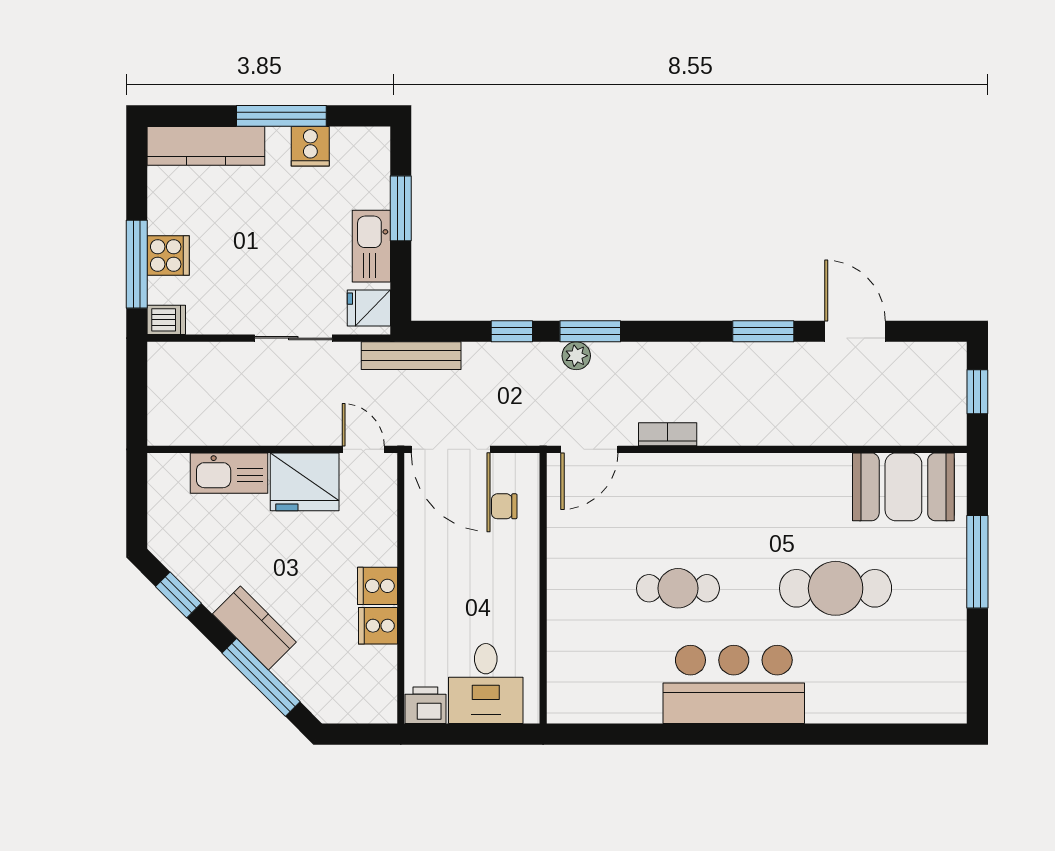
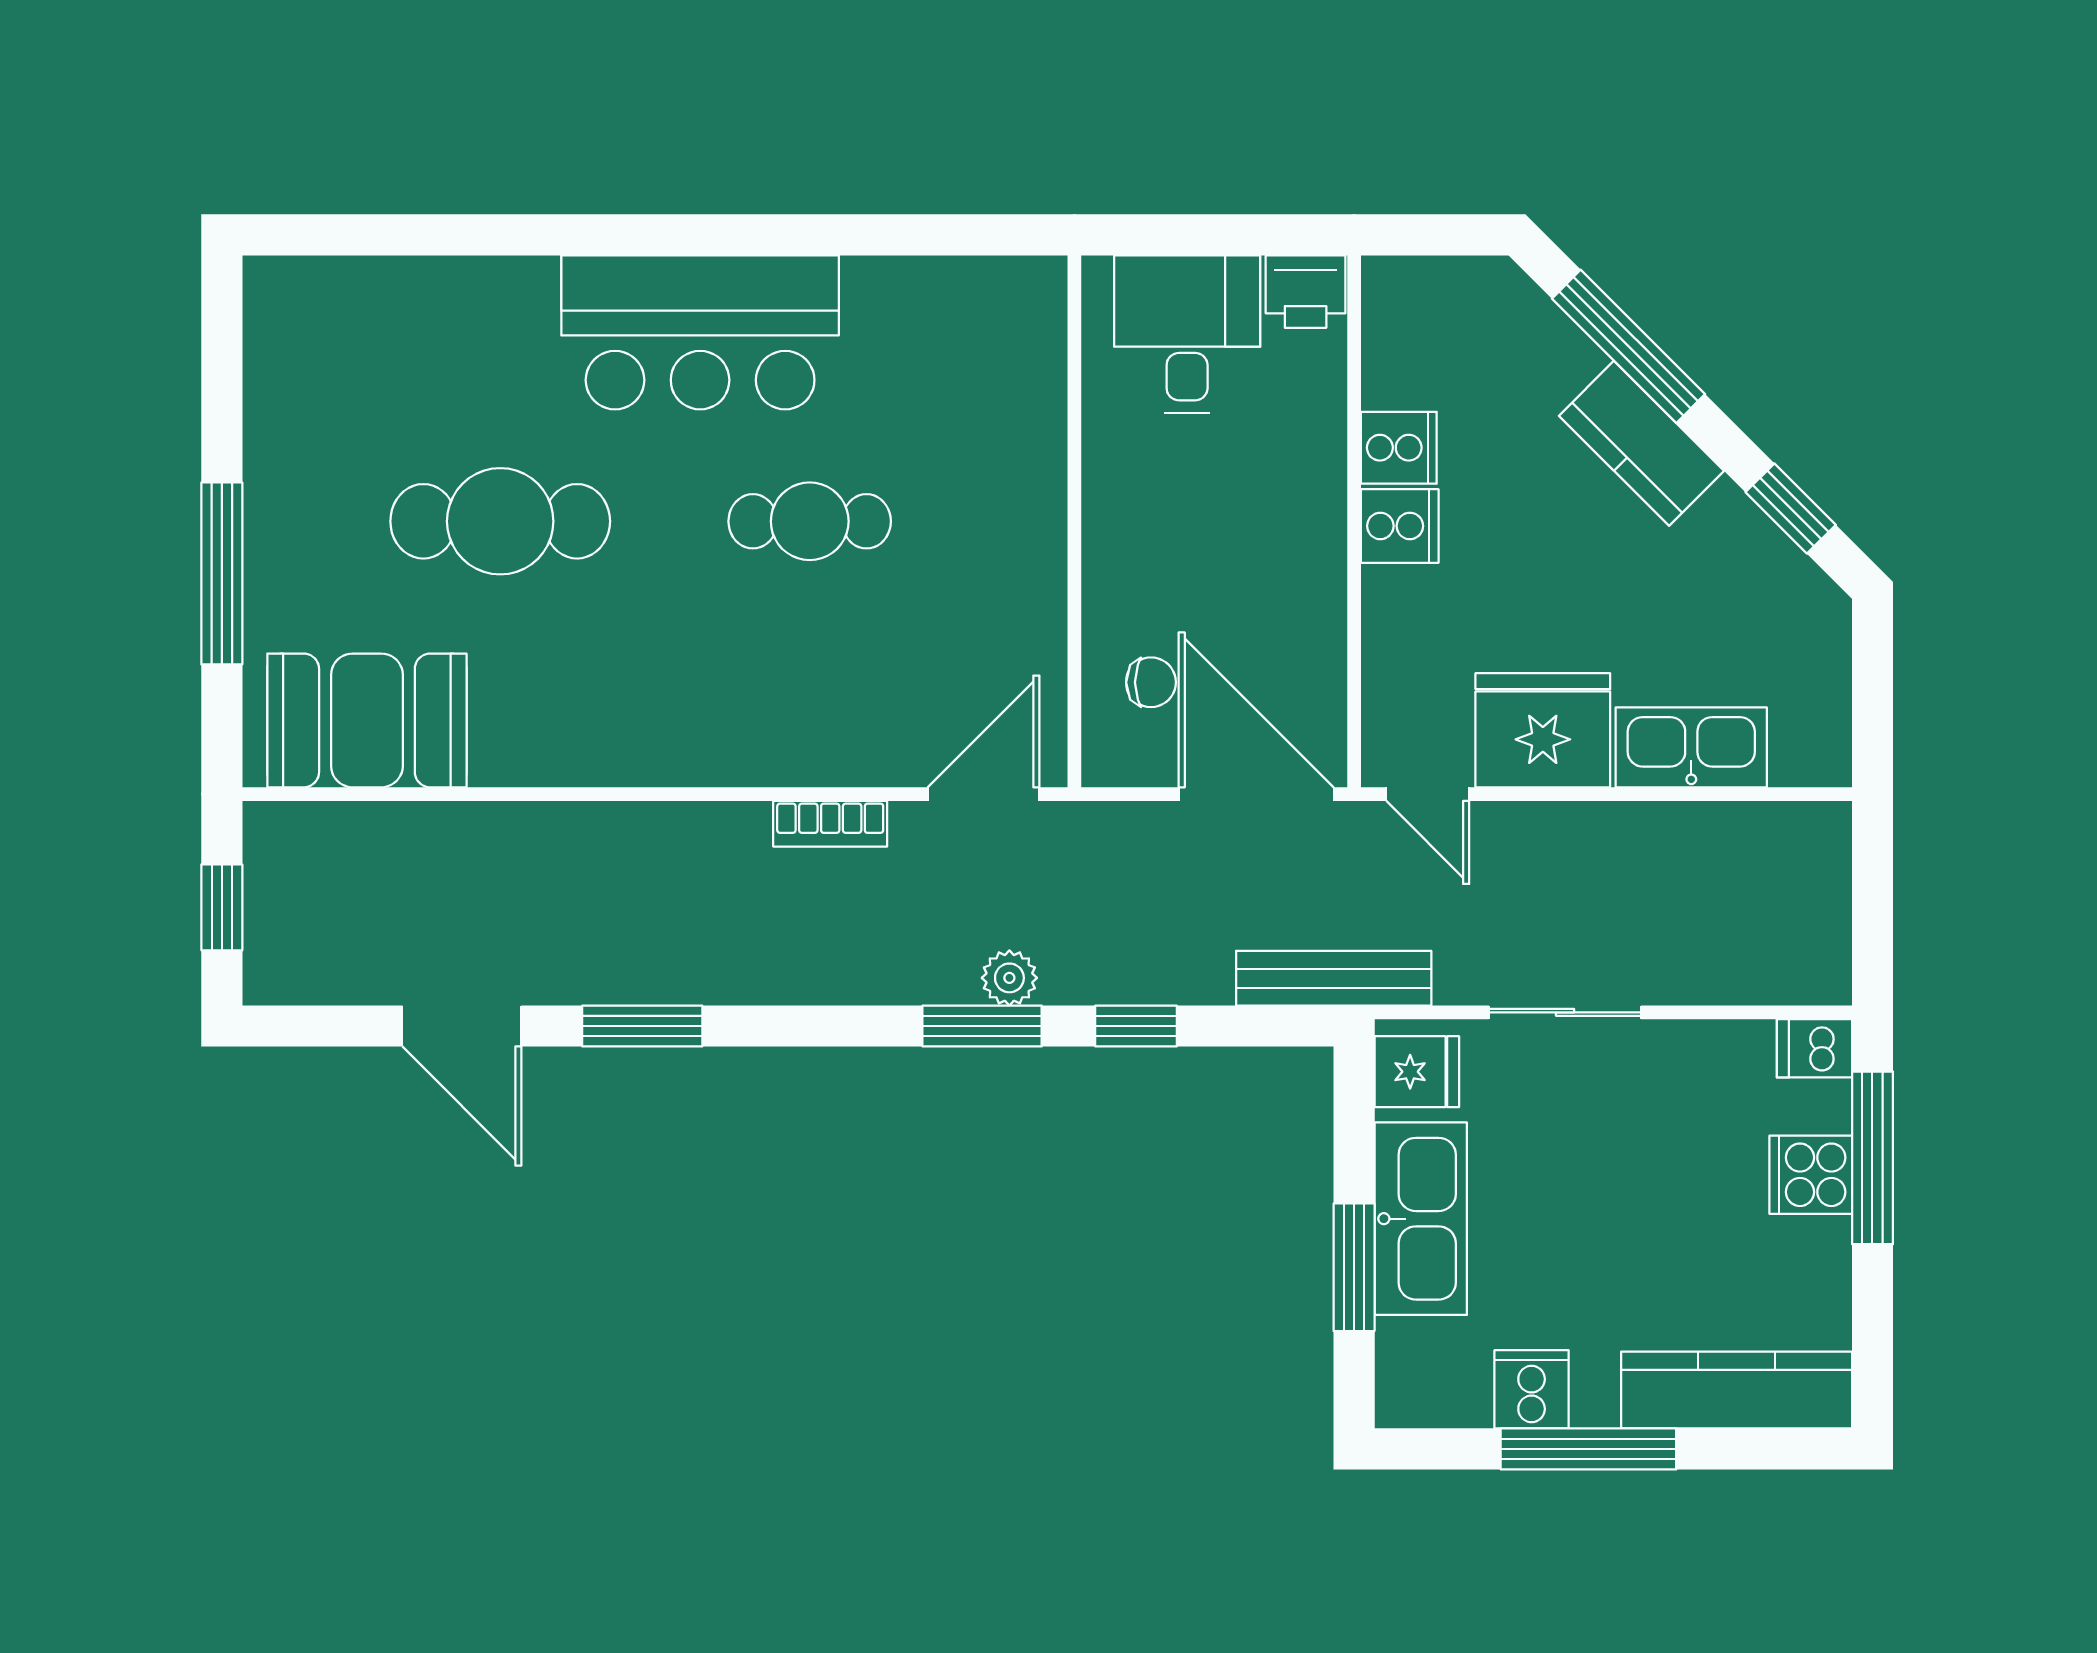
kitchen sink: (371, 246) -> (1421, 1219), width x1.36, depth x1.24

